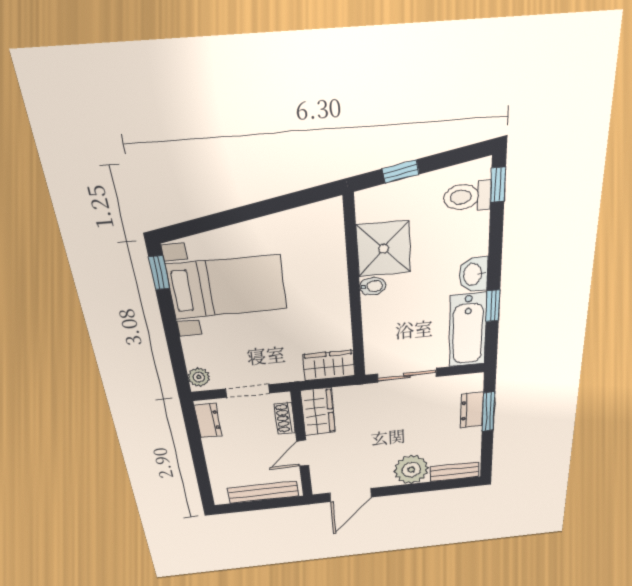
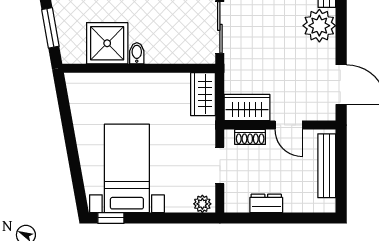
window: (401, 171) -> (50, 28), width x1.50
dresser: (208, 420) -> (266, 203), moved

